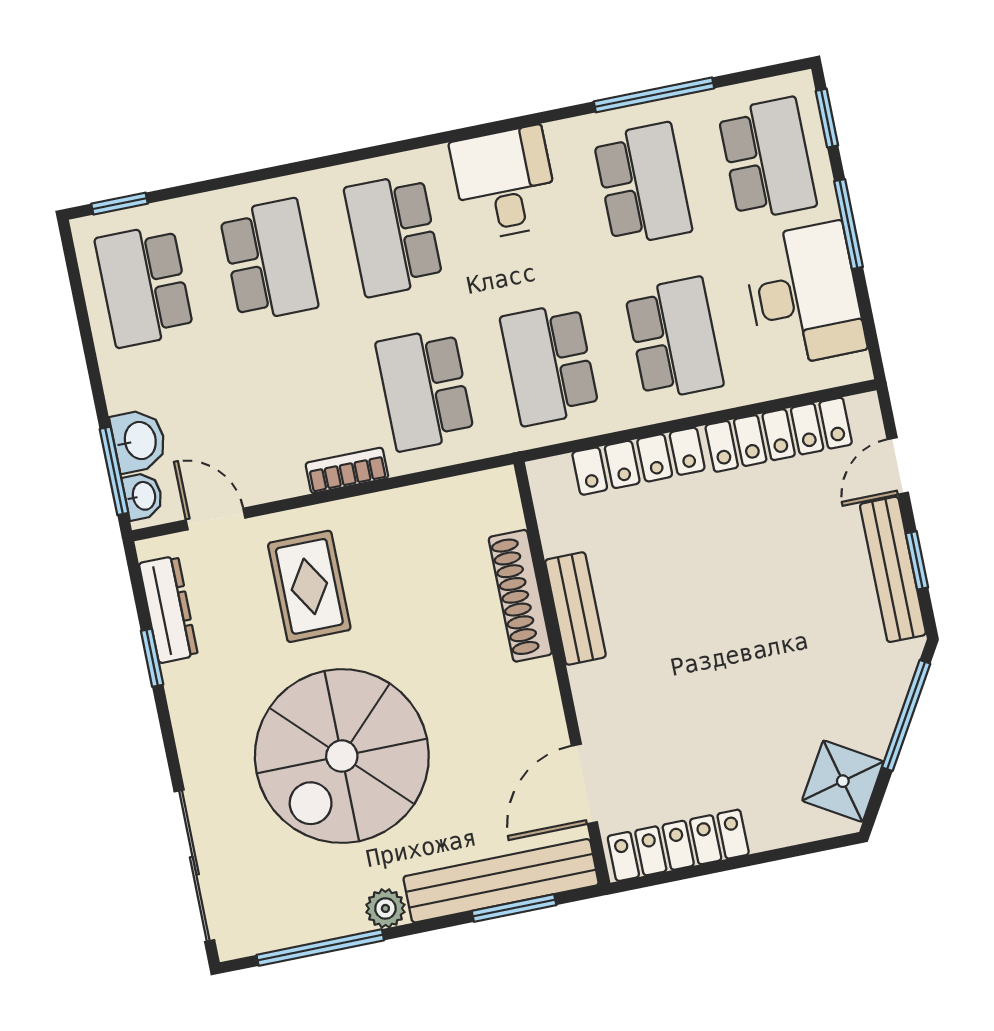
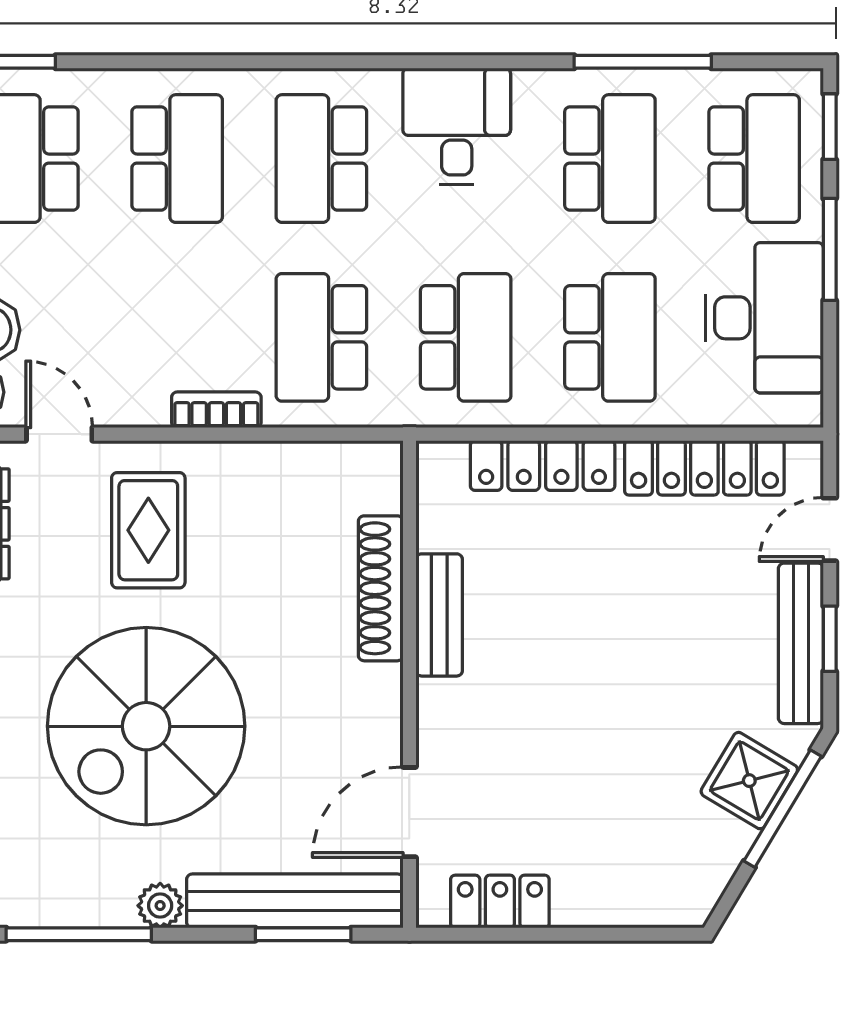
school desk: (550, 364) -> (466, 337), turned 180
shower: (843, 781) -> (749, 781), moved
locker: (678, 845) -> (500, 902), width x0.66

